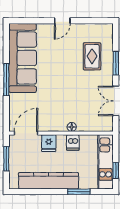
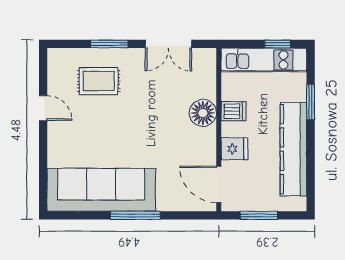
door: (62, 21) -> (43, 108), moved
floor lamp: (72, 127) -> (203, 113), width x1.89, depth x1.89

